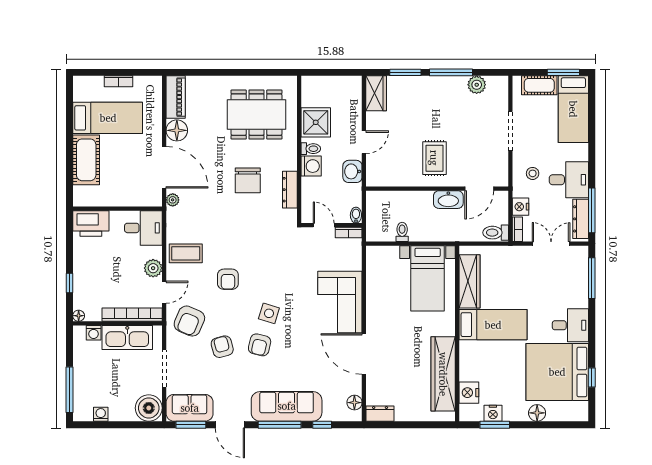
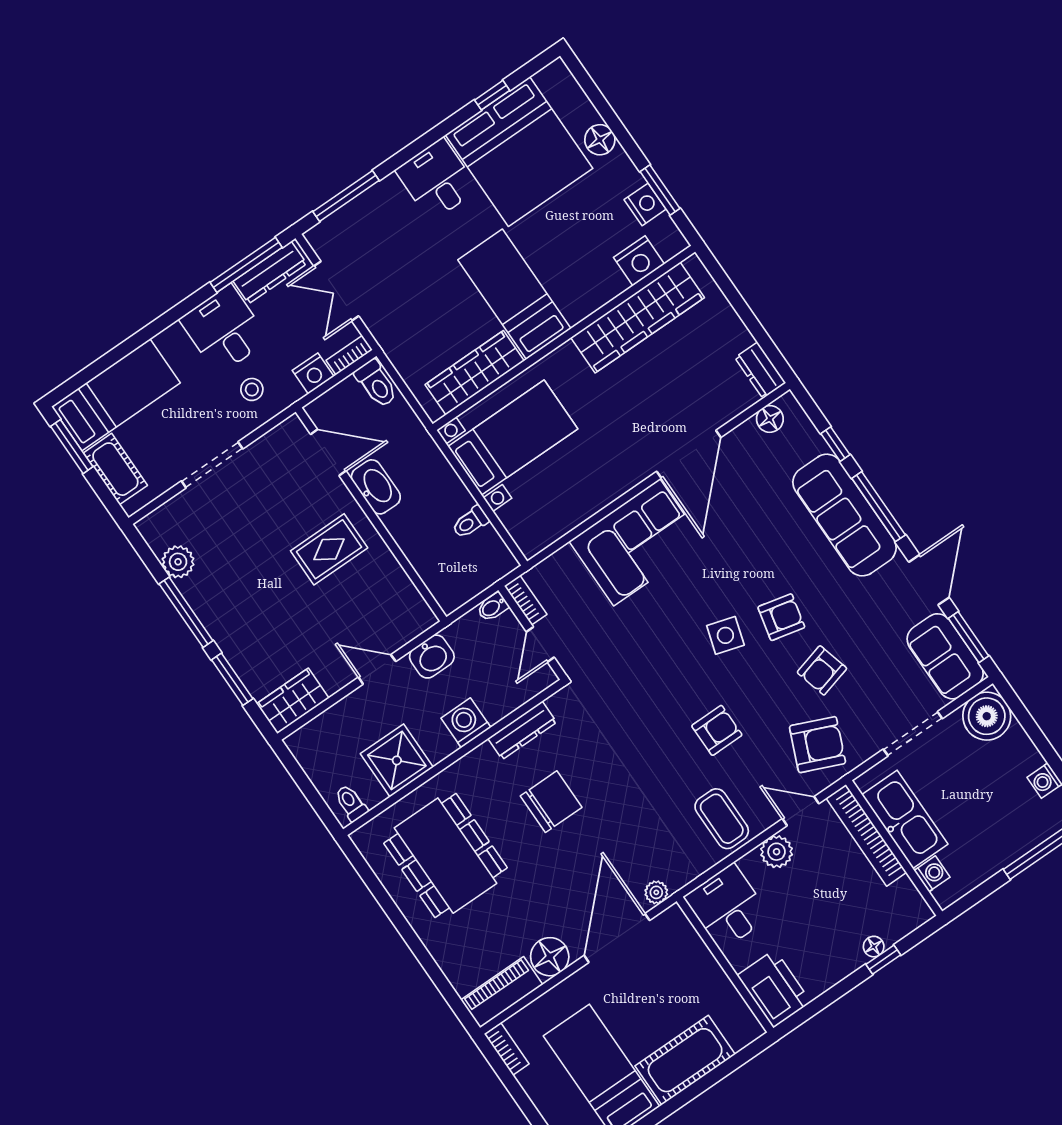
bookcase: (119, 81) -> (507, 1049), moved
toilet: (311, 149) -> (351, 803), moved
floor lamp: (79, 316) -> (874, 947), moved

